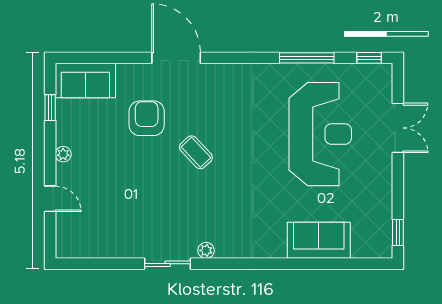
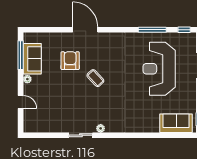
sofa: (85, 80) -> (32, 59), moved, turned -90
window: (50, 108) -> (21, 55), width x2.17
reception desk: (320, 134) -> (159, 69), turned 180
sofa: (319, 240) -> (176, 123), moved

